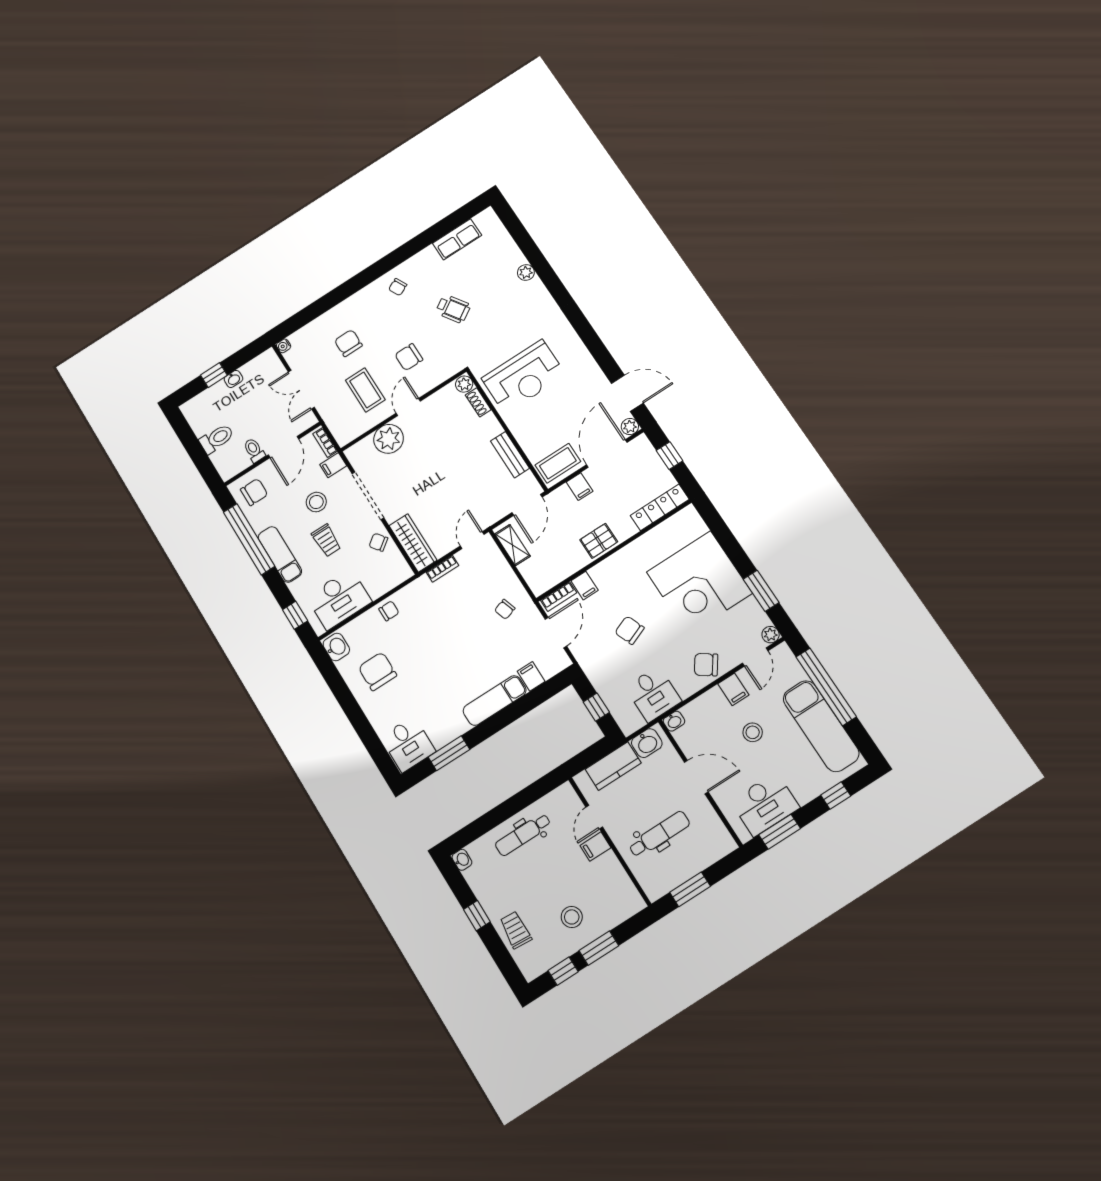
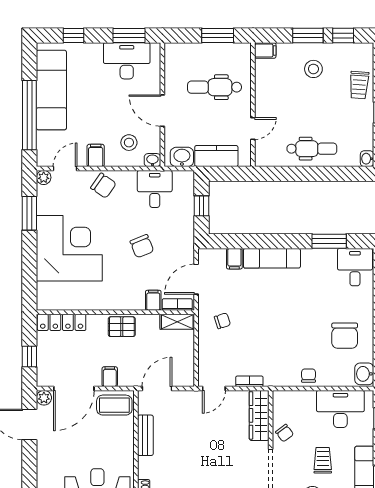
shelving: (512, 545) -> (177, 322), moved, turned 90
chair: (389, 611) -> (309, 376), turned 90
stool: (753, 732) -> (129, 143), moved
filing cabinet: (595, 847) -> (265, 50), moved

